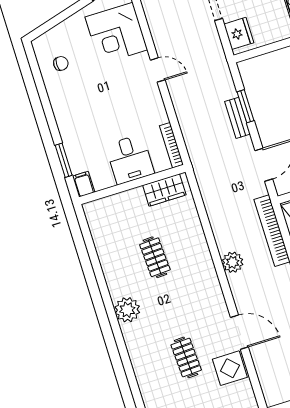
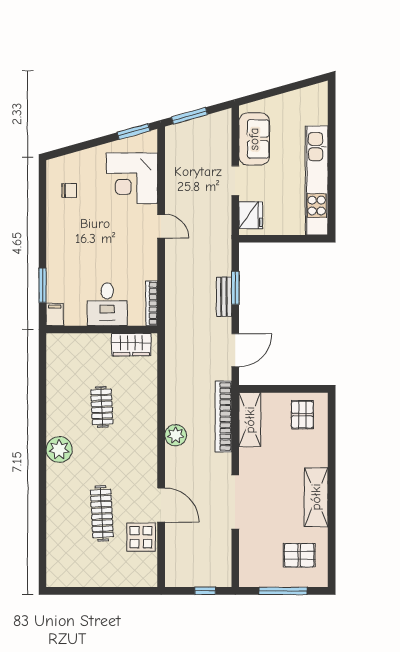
clothes rail: (186, 357) -> (102, 513), width x1.36

